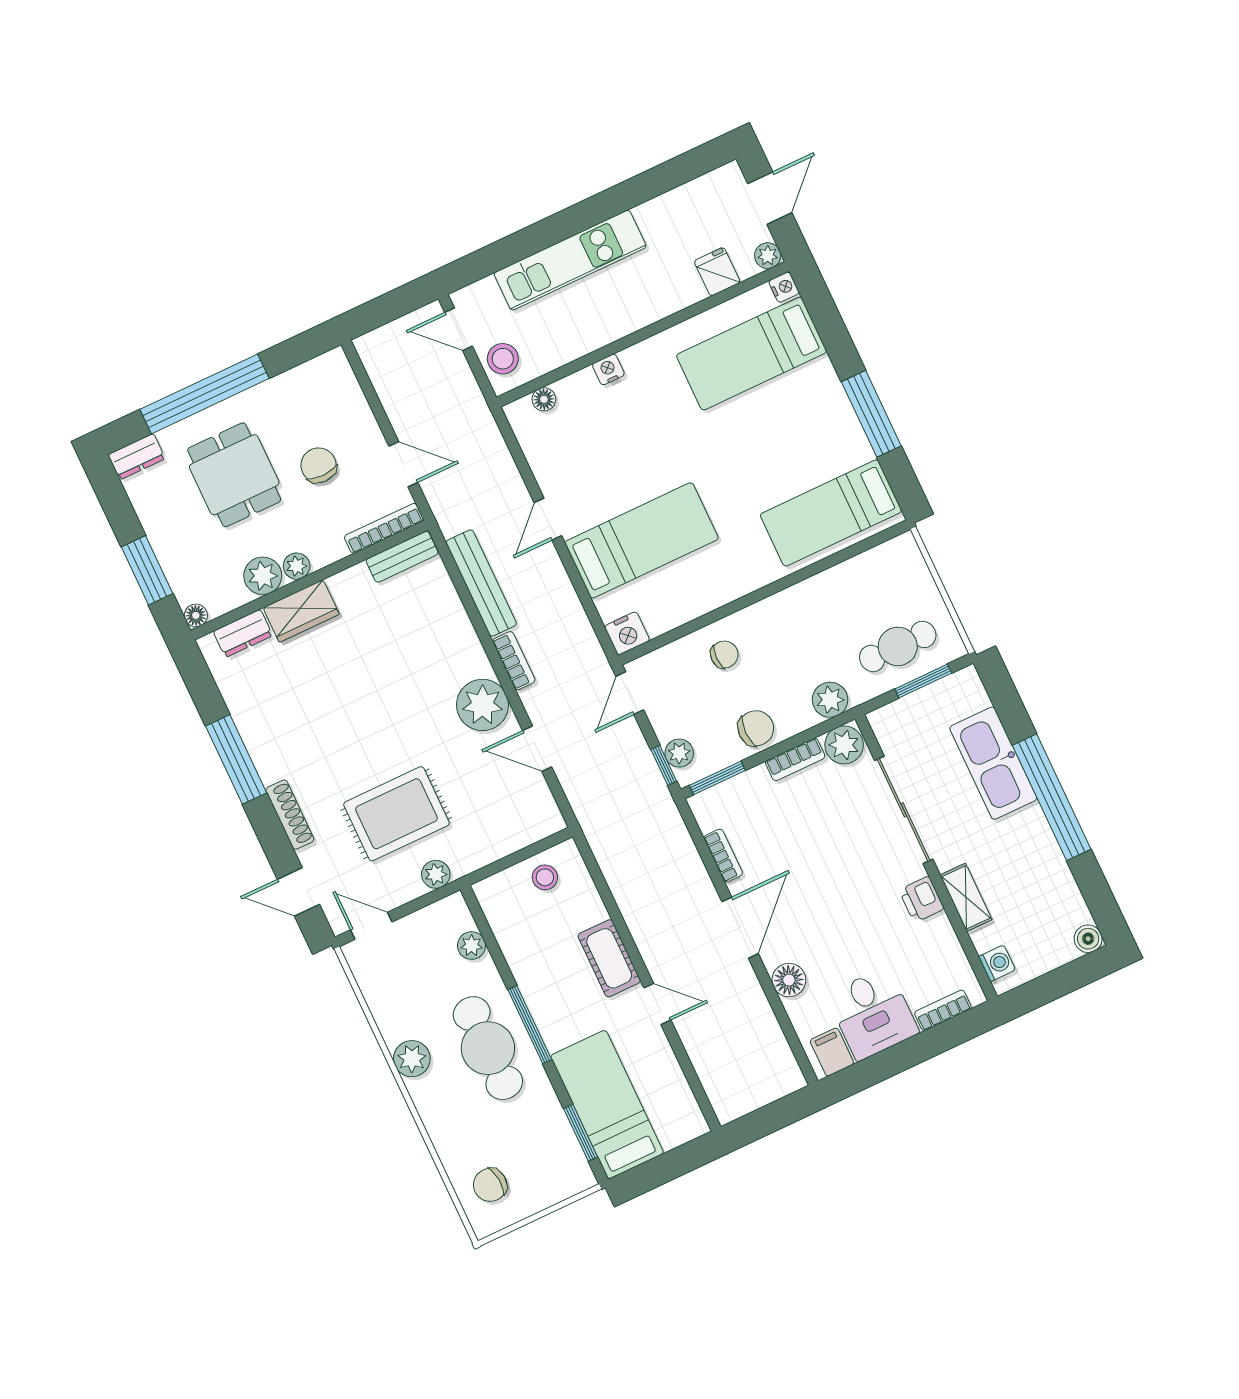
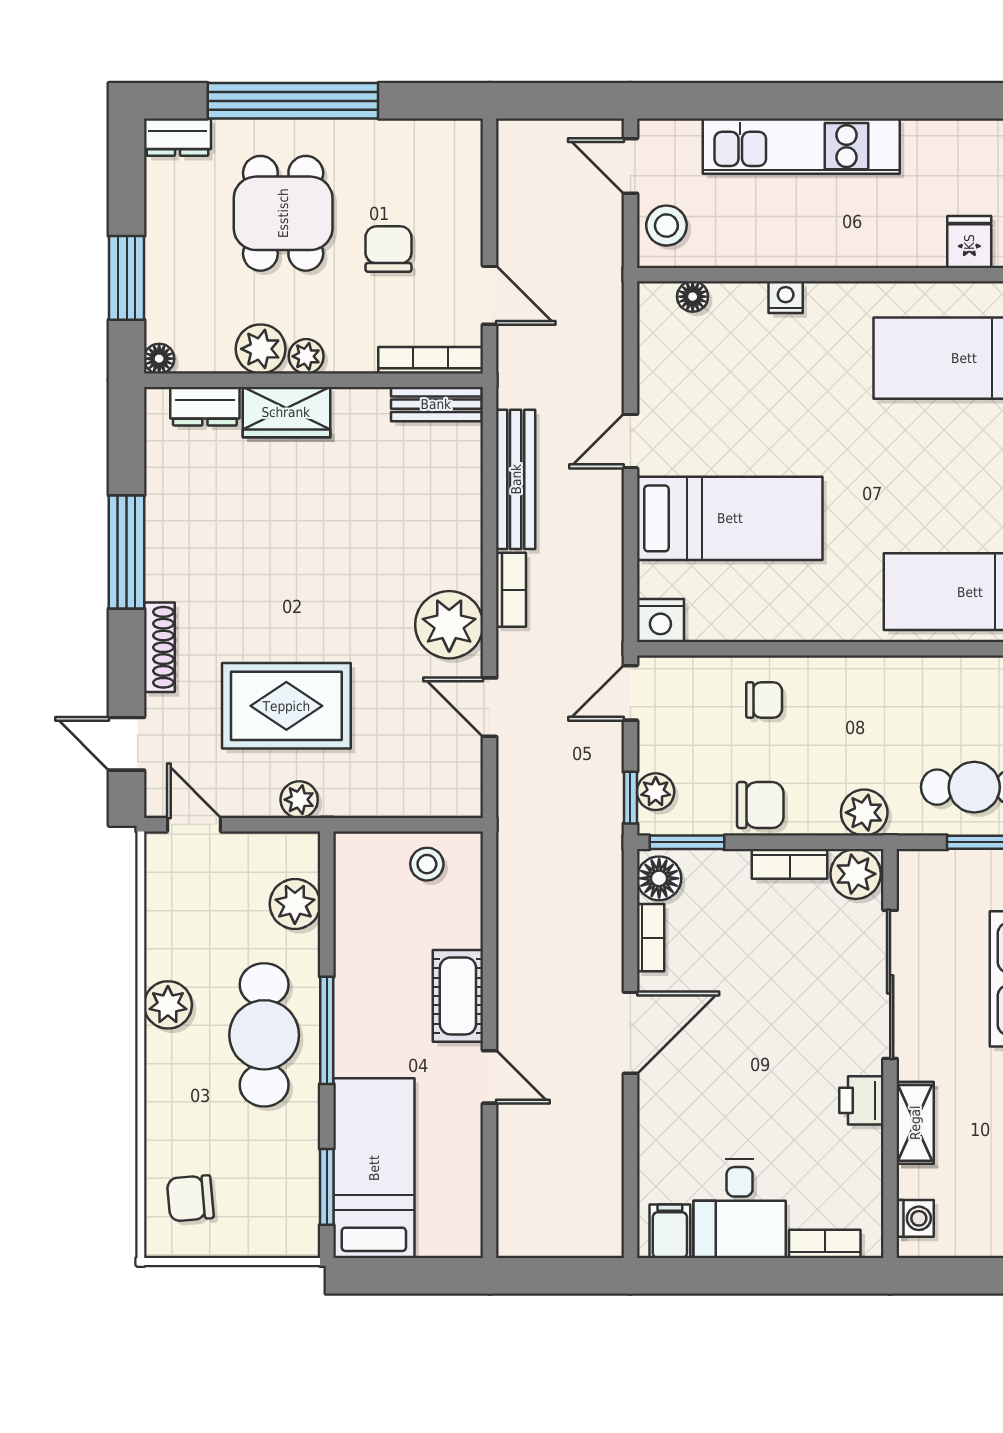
plant: (472, 946) -> (295, 904), width x1.38, depth x1.38
floor lamp: (789, 980) -> (659, 878), moved

